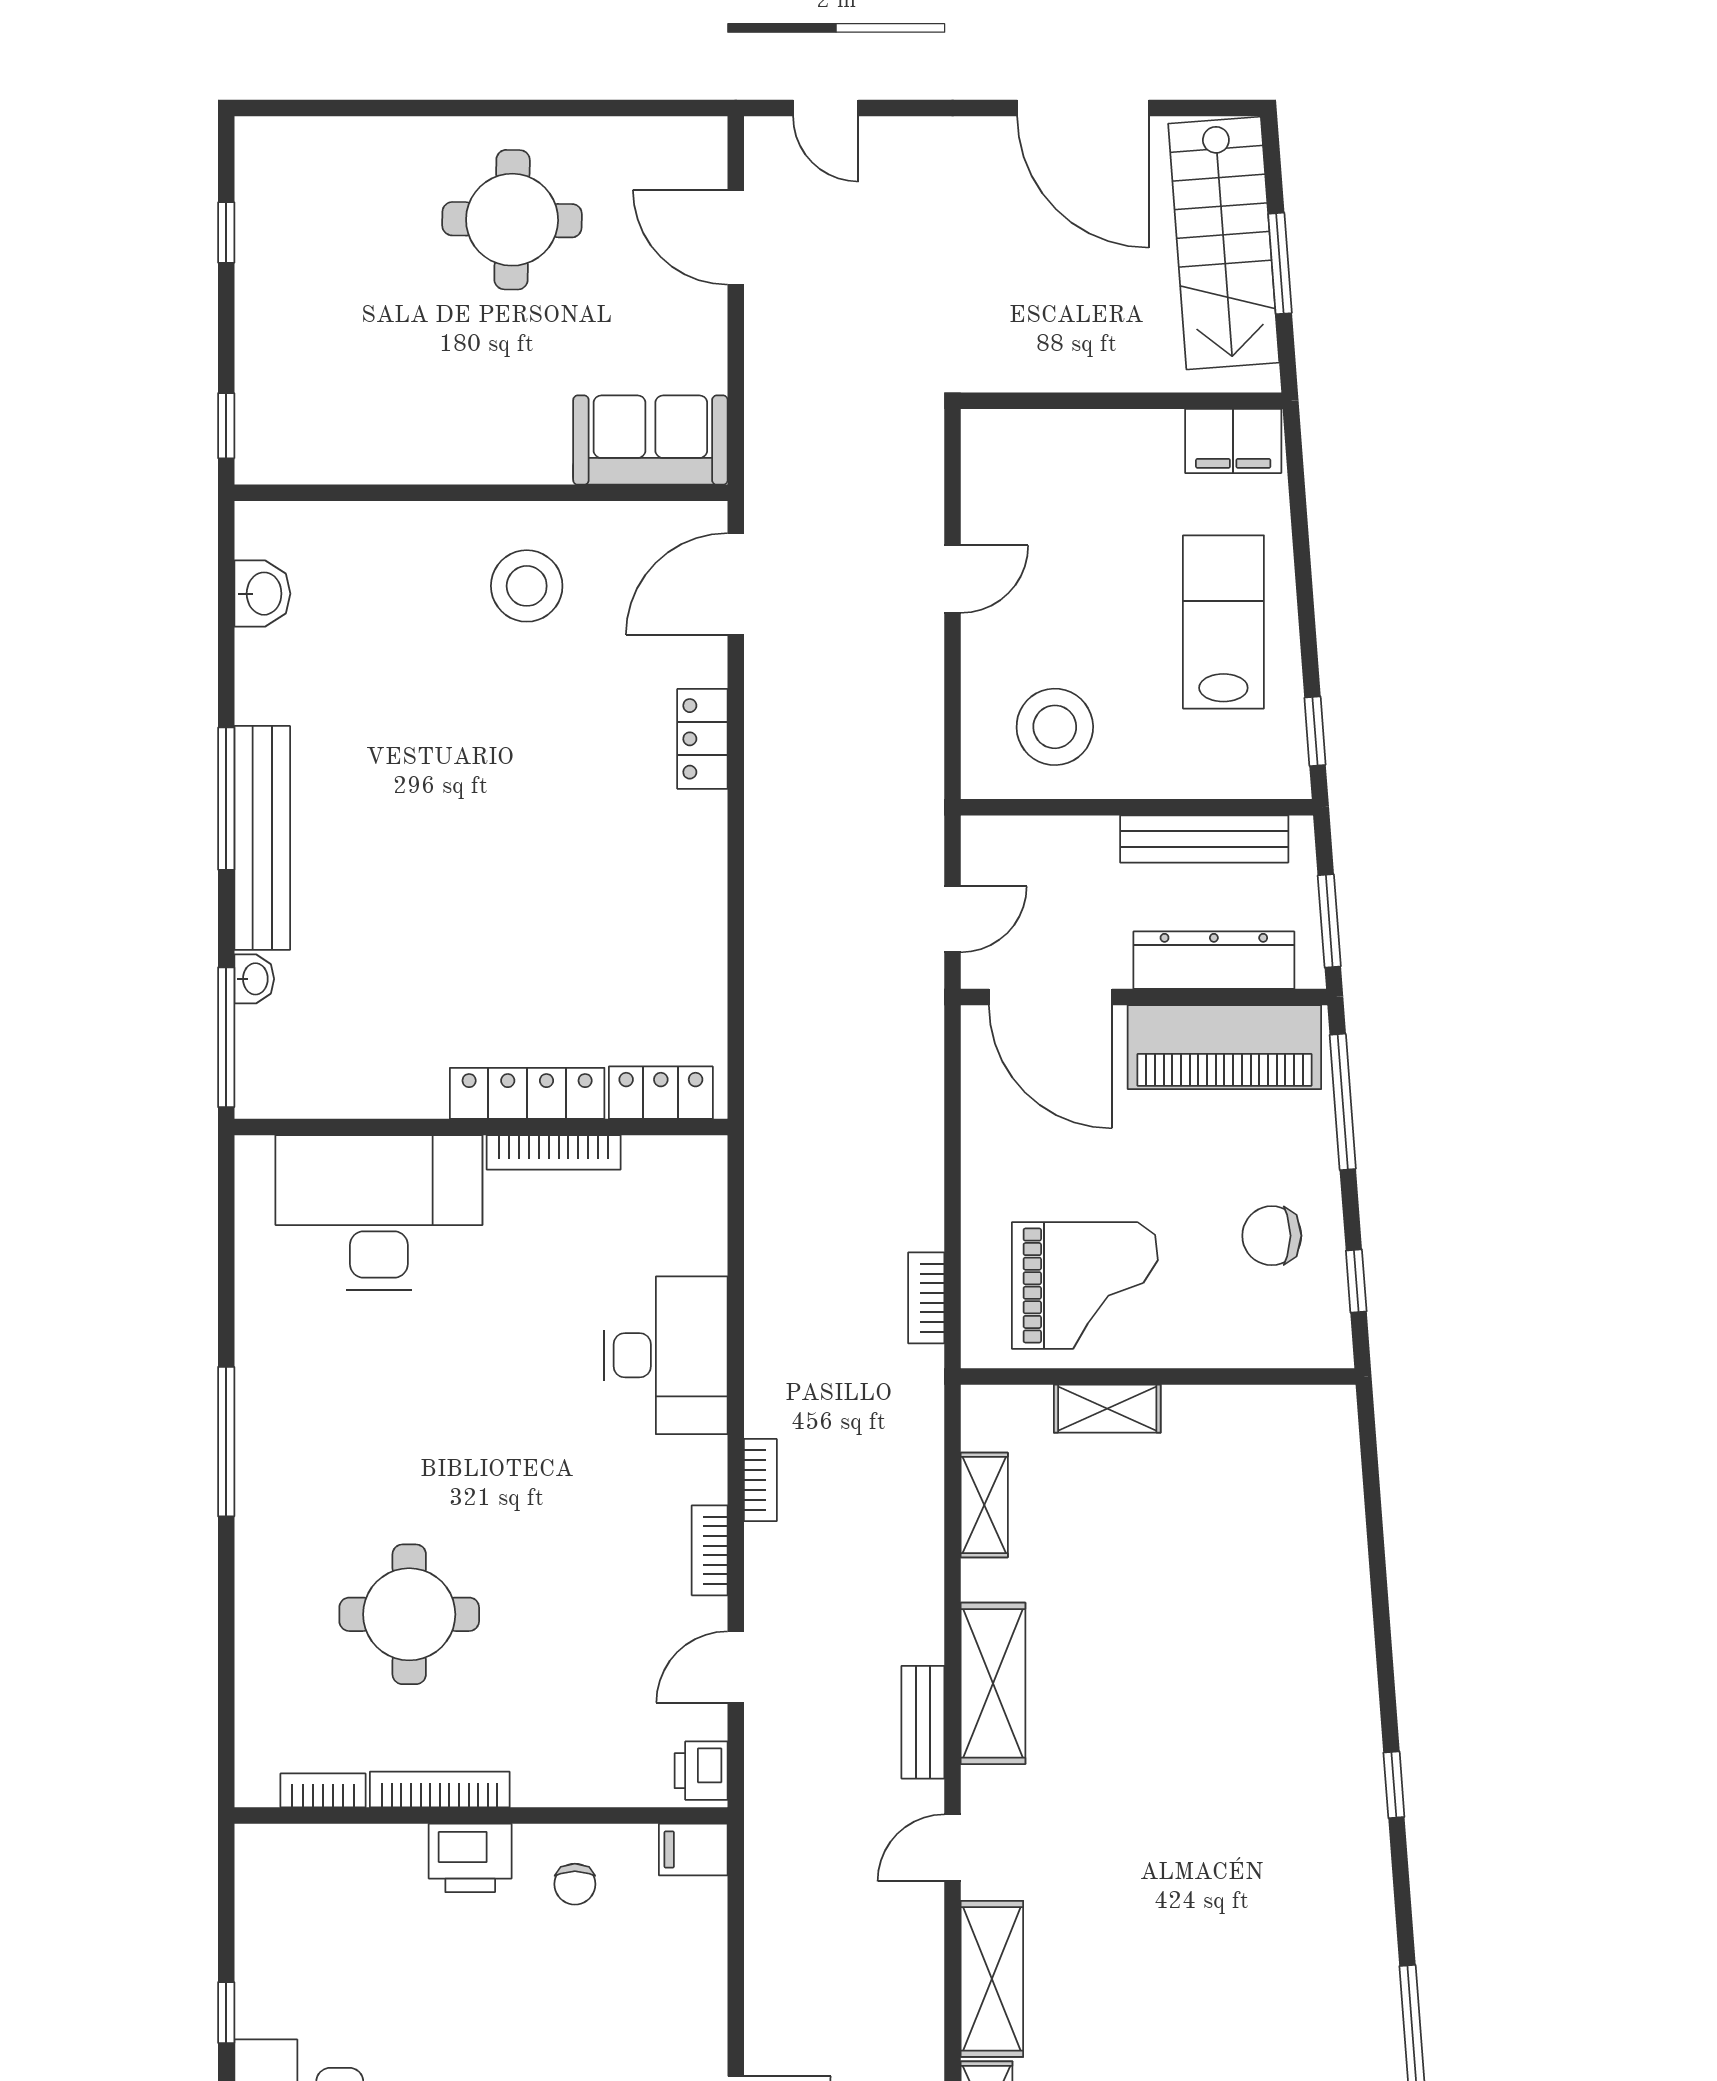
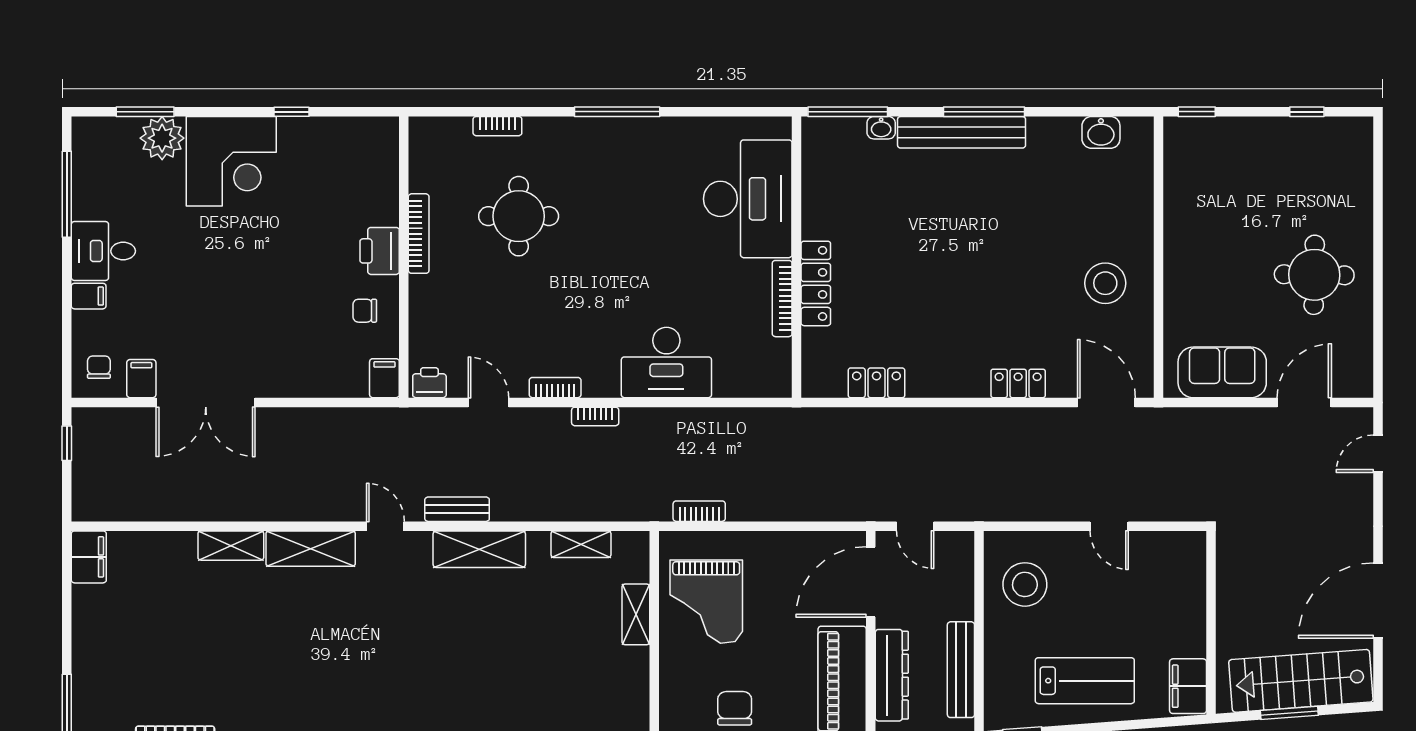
sofa: (650, 440) -> (1222, 372), moved, turned -90
locker: (661, 1093) -> (876, 383), moved, turned -90
bookcase: (323, 1790) -> (497, 126), moved, turned 90

